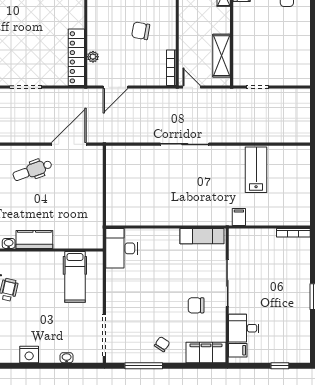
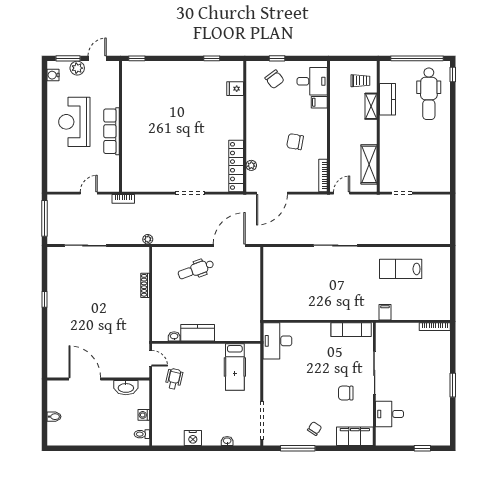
door: (115, 87) -> (272, 193), width x1.36
door: (192, 87) -> (342, 193), hinge flipped
lab bench: (256, 170) -> (401, 269), turned -90
filing cabinet: (238, 350) -> (384, 434), removed

